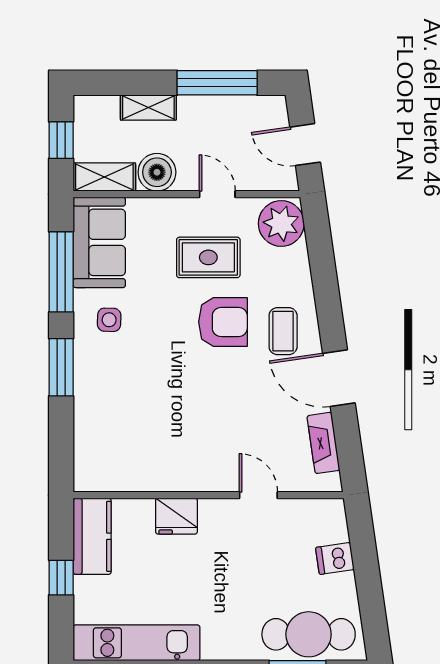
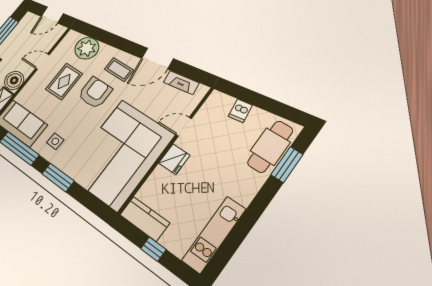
plant: (281, 223) -> (87, 48), moved
corner sofa: (156, 433) -> (120, 154), added
fridge: (176, 516) -> (174, 159), moved

